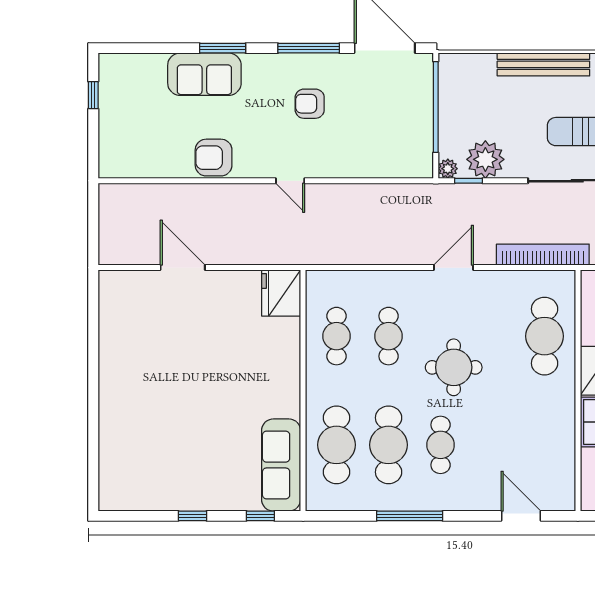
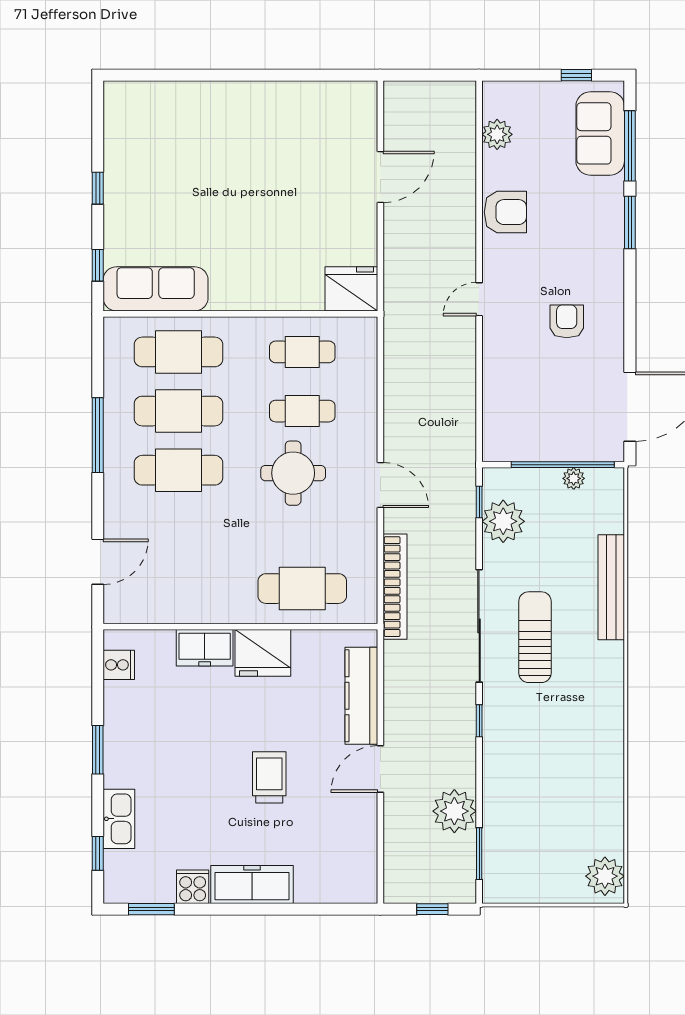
window: (309, 48) -> (630, 146), moved
sofa: (204, 74) -> (600, 133), moved
armchair: (214, 158) -> (505, 212), turned 90
plant: (145, 165) -> (497, 134), added
plant: (448, 169) -> (574, 478), moved
round table: (454, 367) -> (293, 473), moved
cafe table: (441, 445) -> (178, 470), width x1.37, depth x1.35

